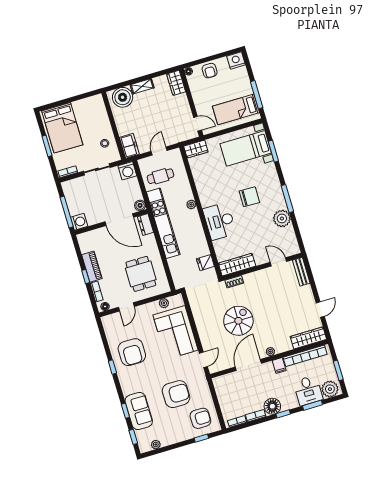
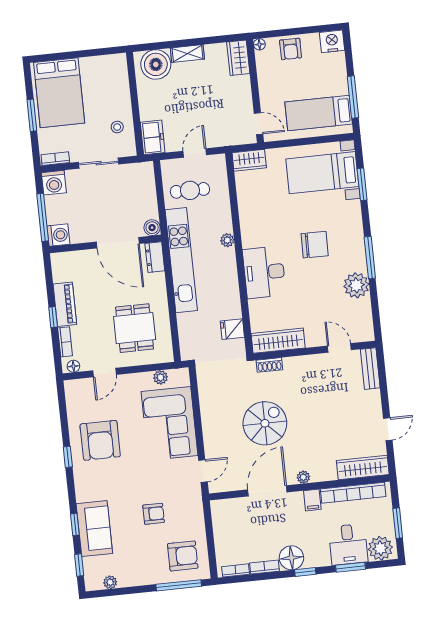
washing machine: (127, 171) -> (54, 183), moved
armchair: (176, 394) -> (154, 514), width x0.53, depth x0.53
window: (201, 438) -> (179, 585), width x2.17

